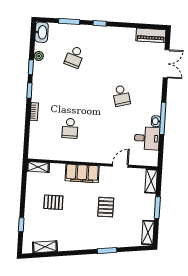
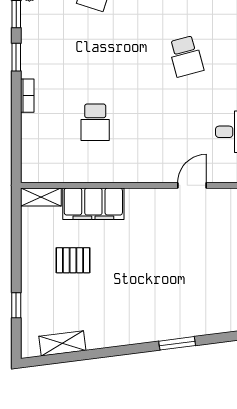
filing cabinet: (82, 173) -> (93, 204), moved
pallet: (106, 207) -> (170, 263), removed

